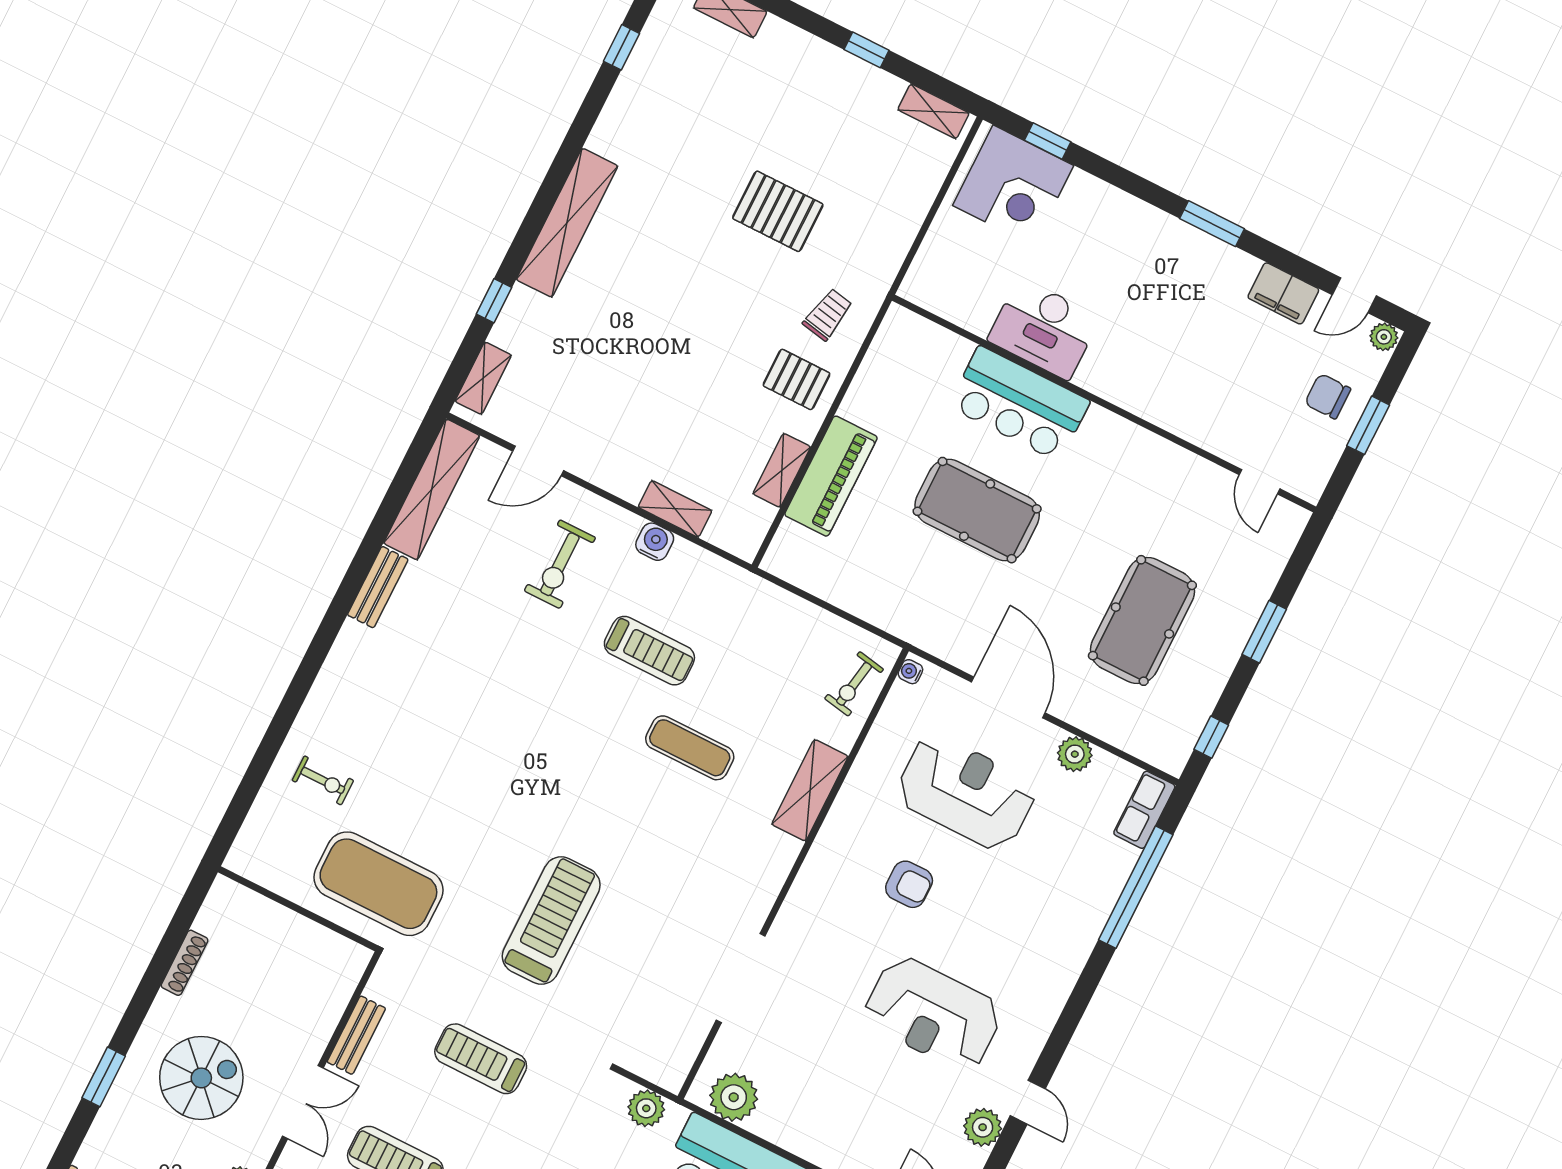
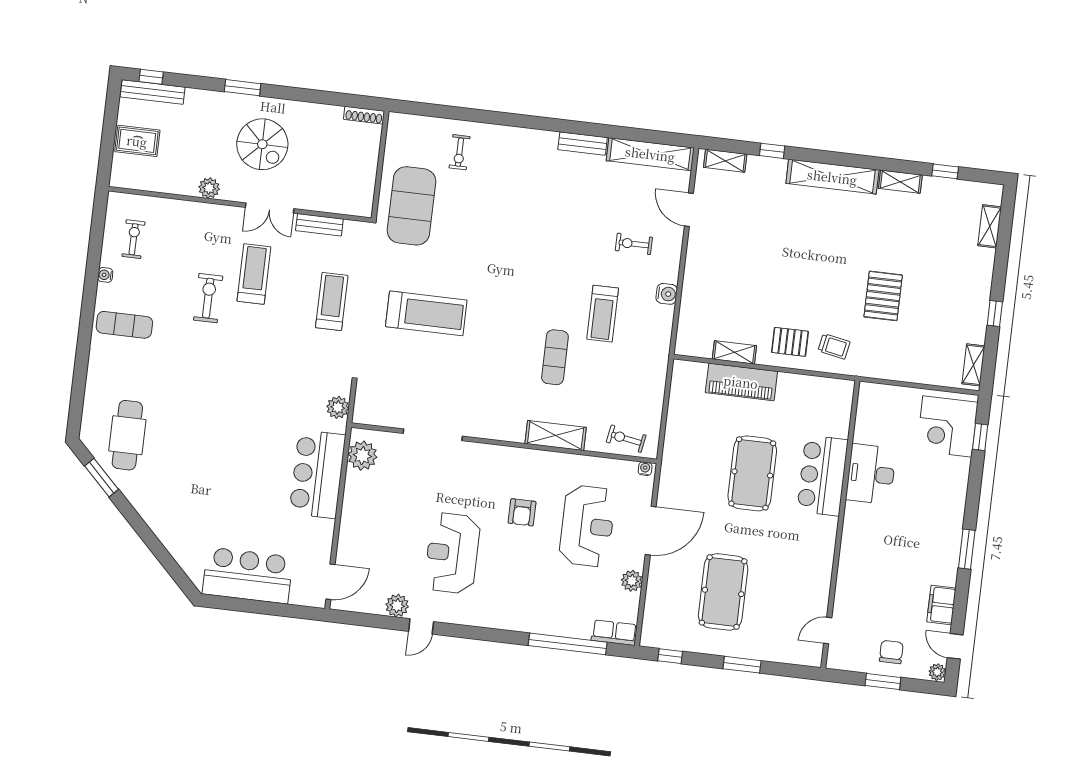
pallet: (797, 379) -> (790, 342), turned 90
shelving: (675, 509) -> (900, 182), moved, turned 90
exercise bike: (560, 564) -> (634, 244), width x0.73, depth x0.72
pool table: (1142, 620) -> (723, 592), turned 90
shoe rack: (185, 963) -> (364, 115), moved

